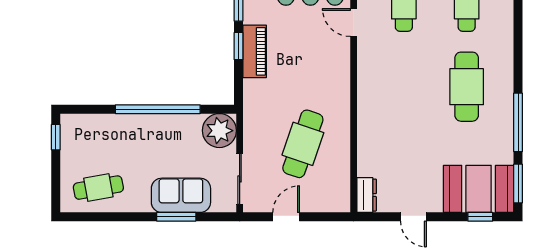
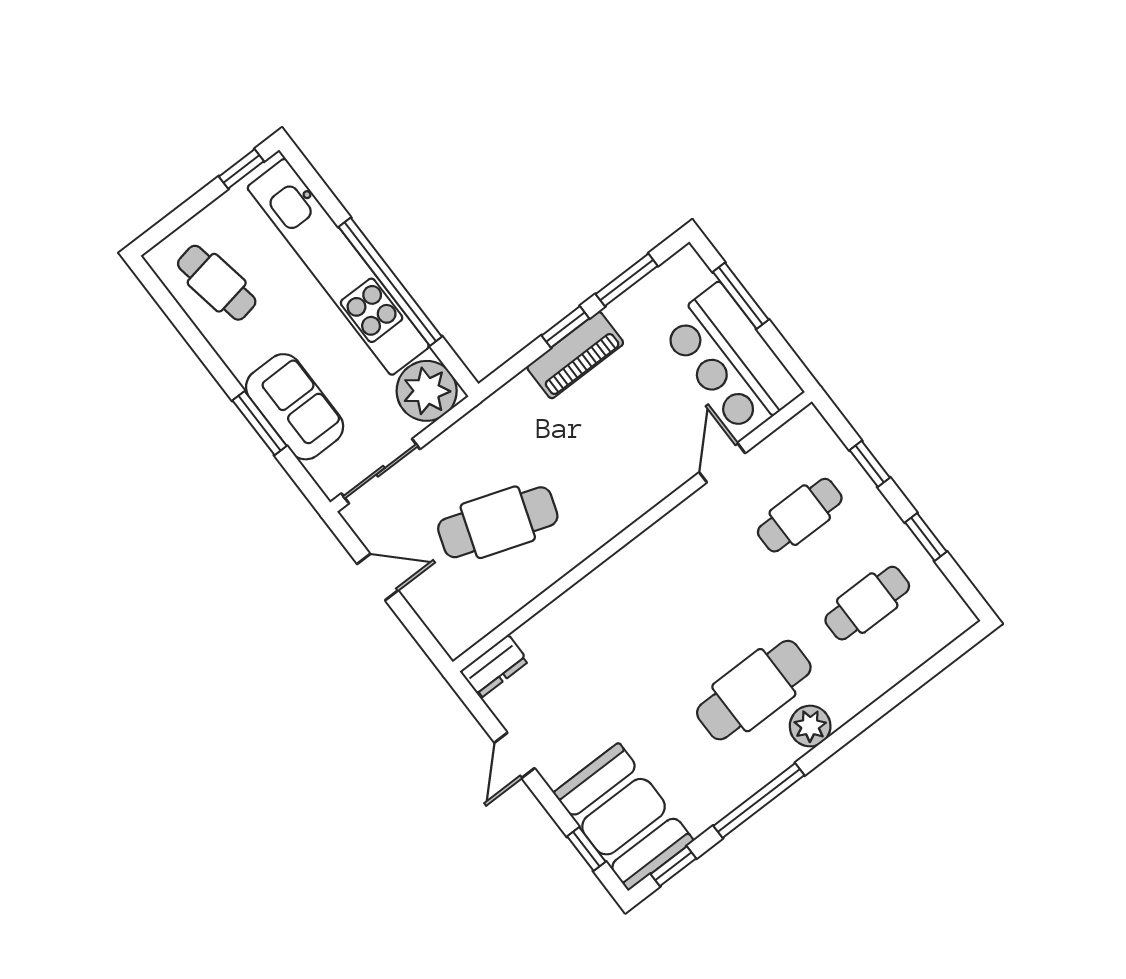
plant: (502, 74) -> (810, 726), added
kitchen unit: (133, 127) -> (338, 267), added
window: (518, 184) -> (673, 866), width x0.67

